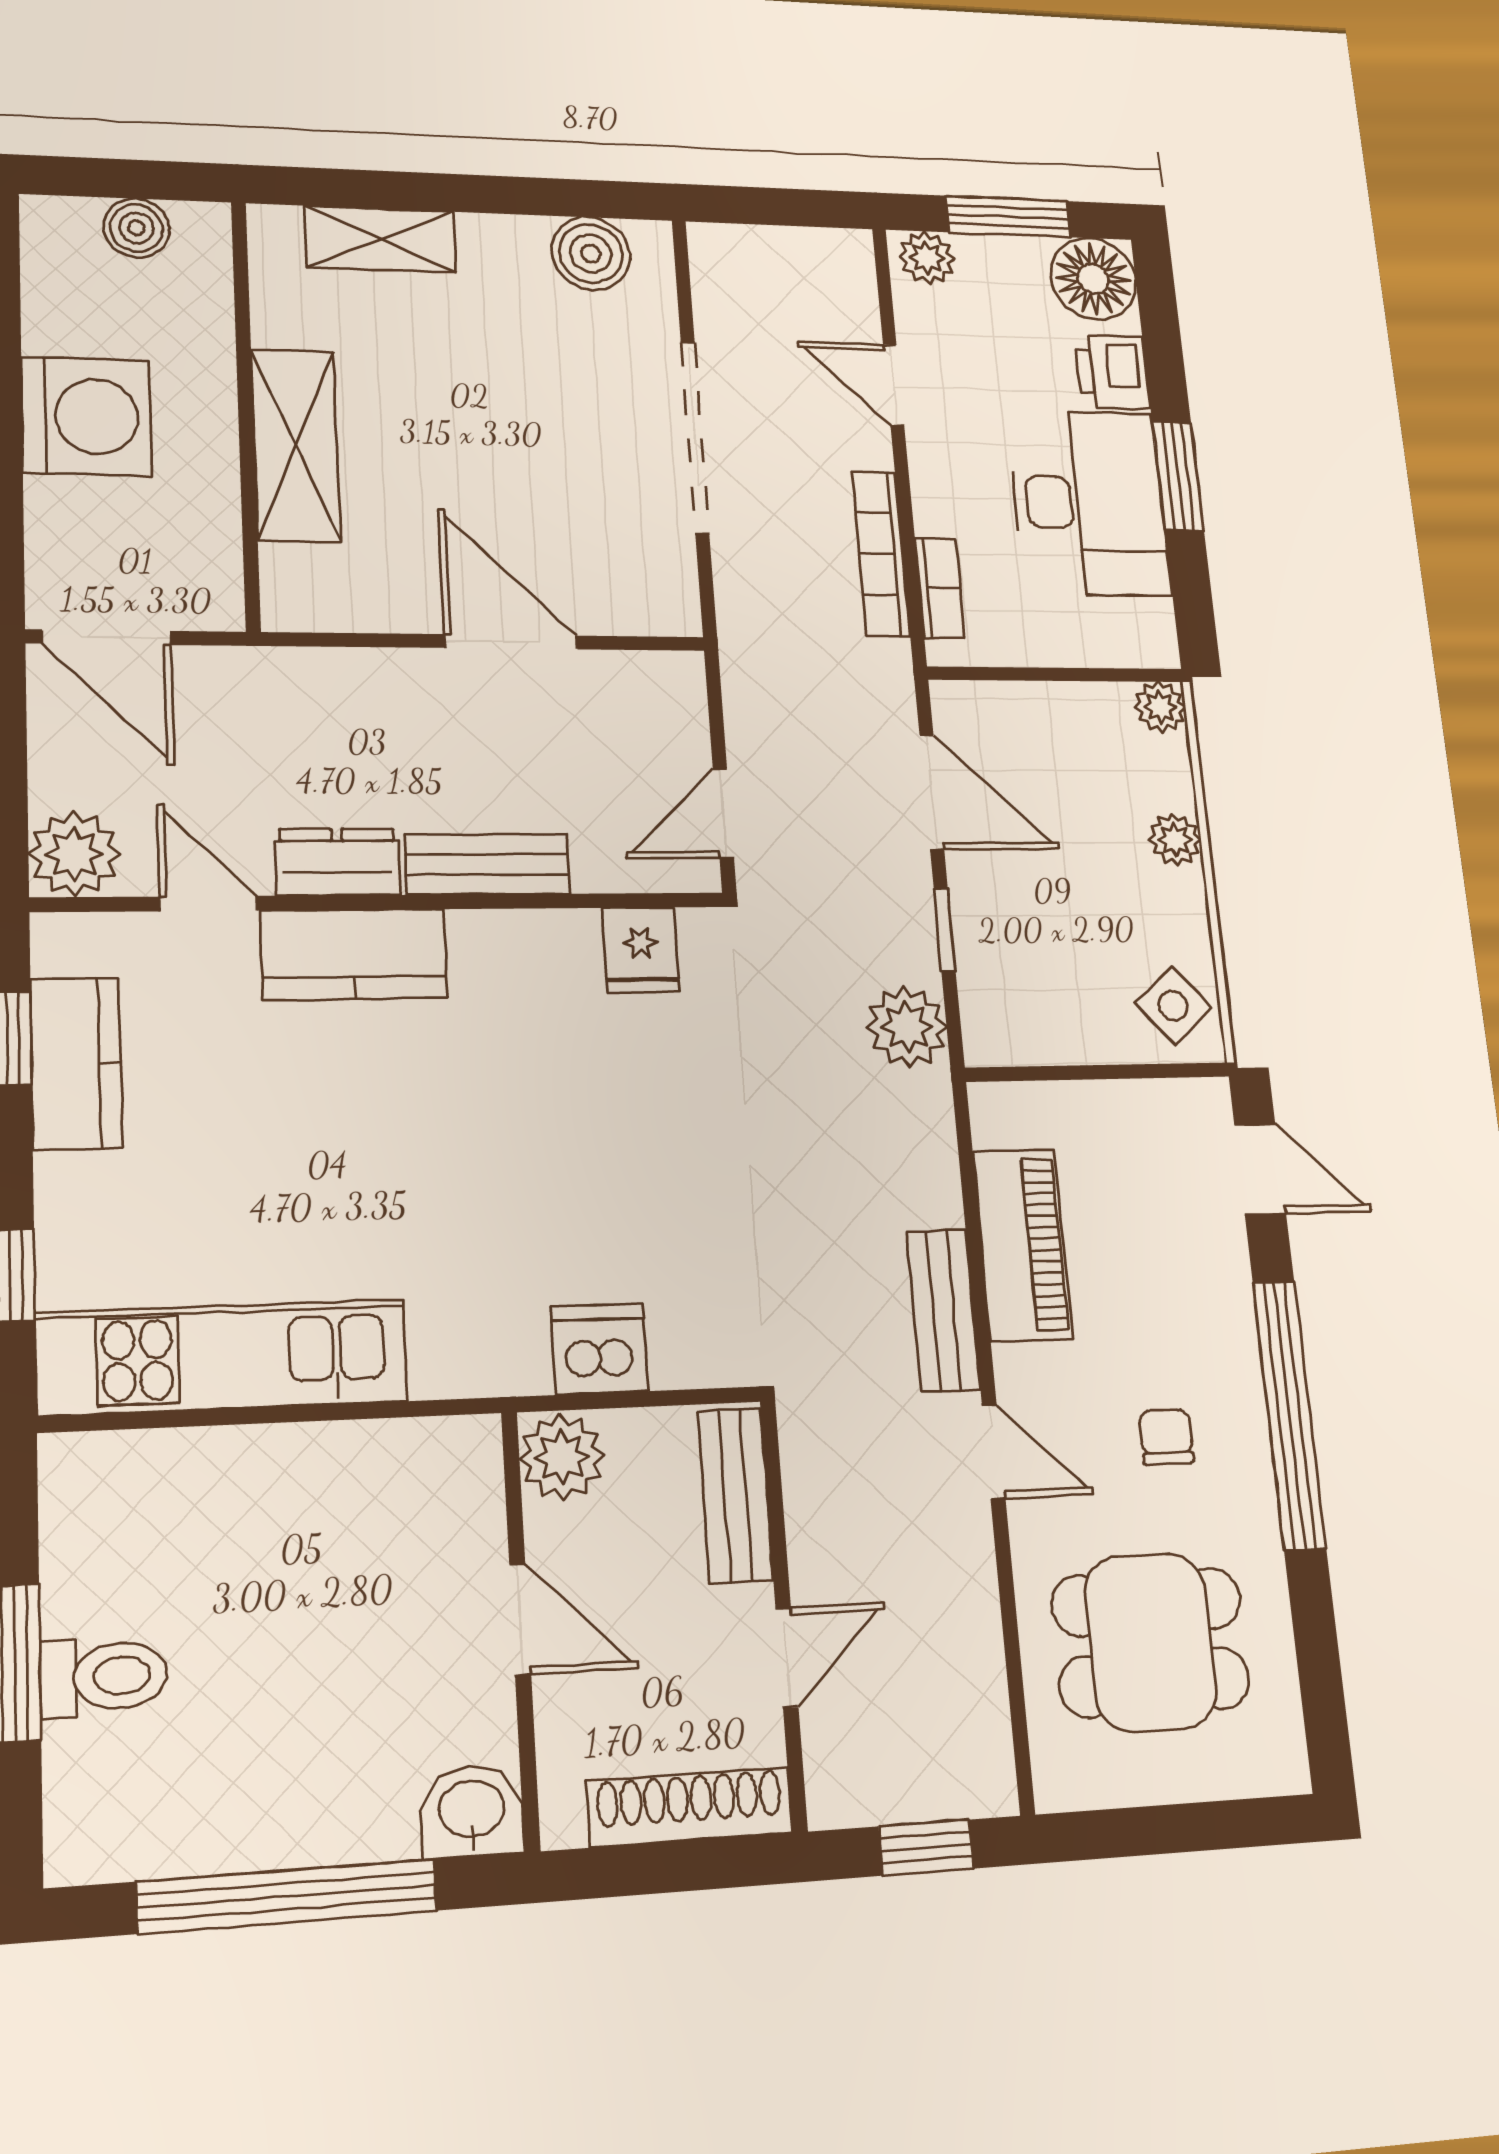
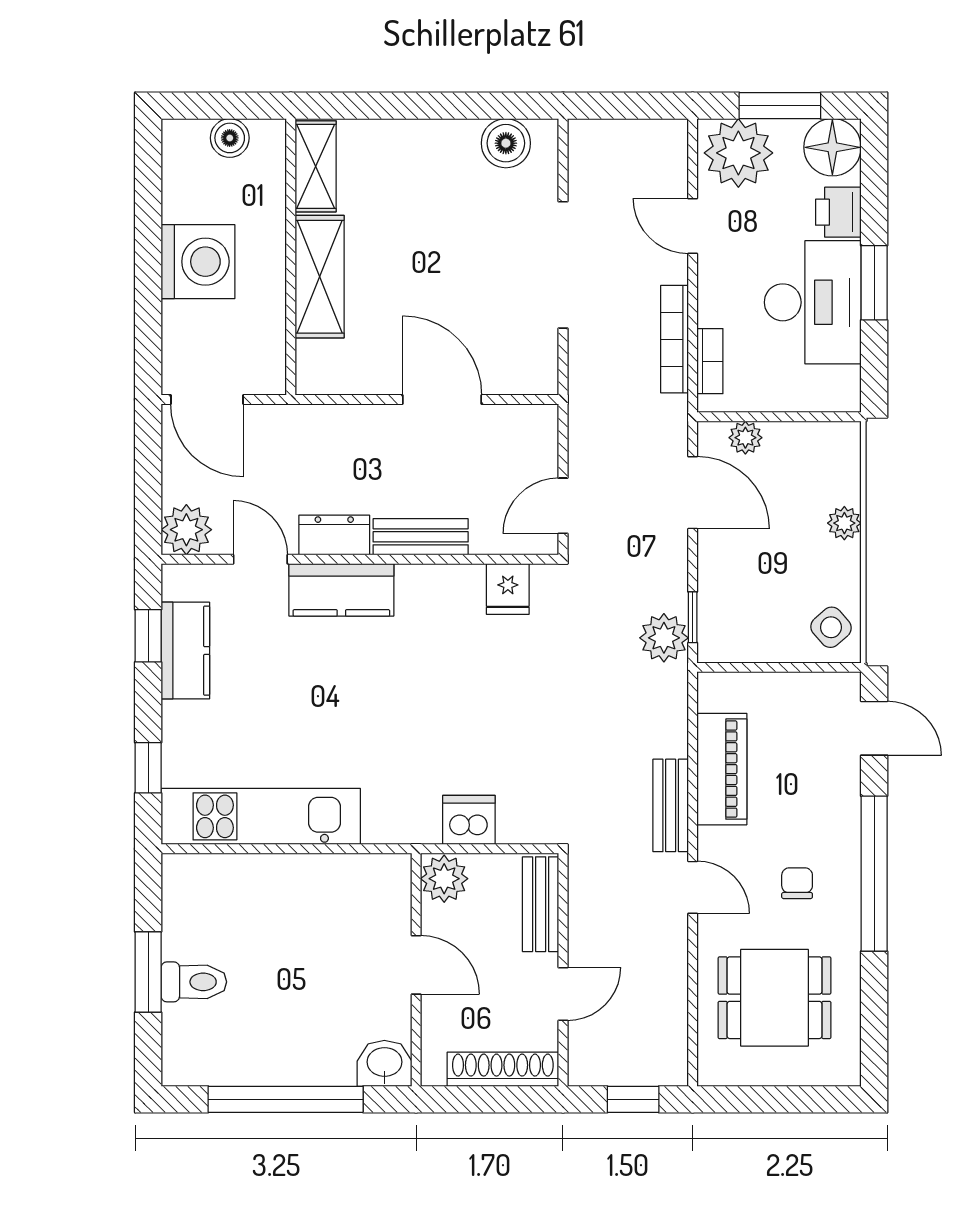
shelving: (380, 239) -> (316, 166), moved, turned 90
plant: (927, 258) -> (738, 153), width x1.88, depth x1.88
plant: (1160, 707) -> (745, 438), moved
window: (945, 929) -> (693, 617), moved

